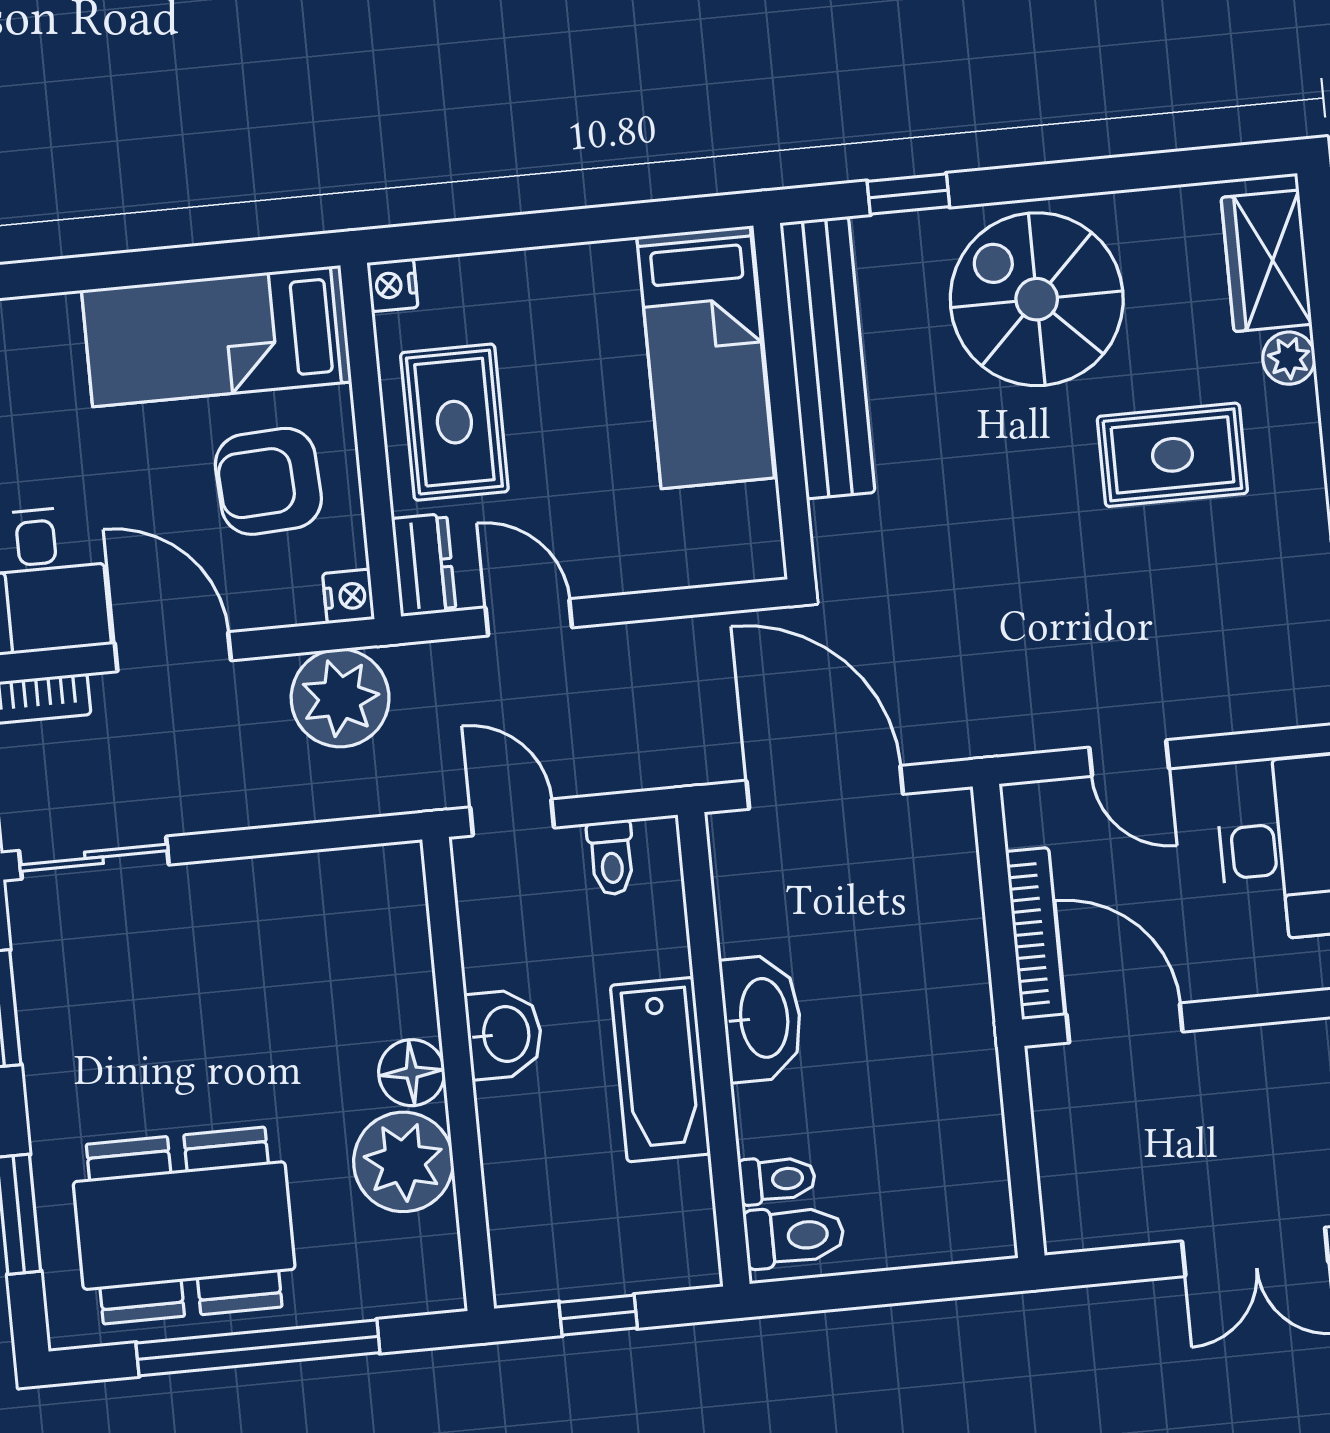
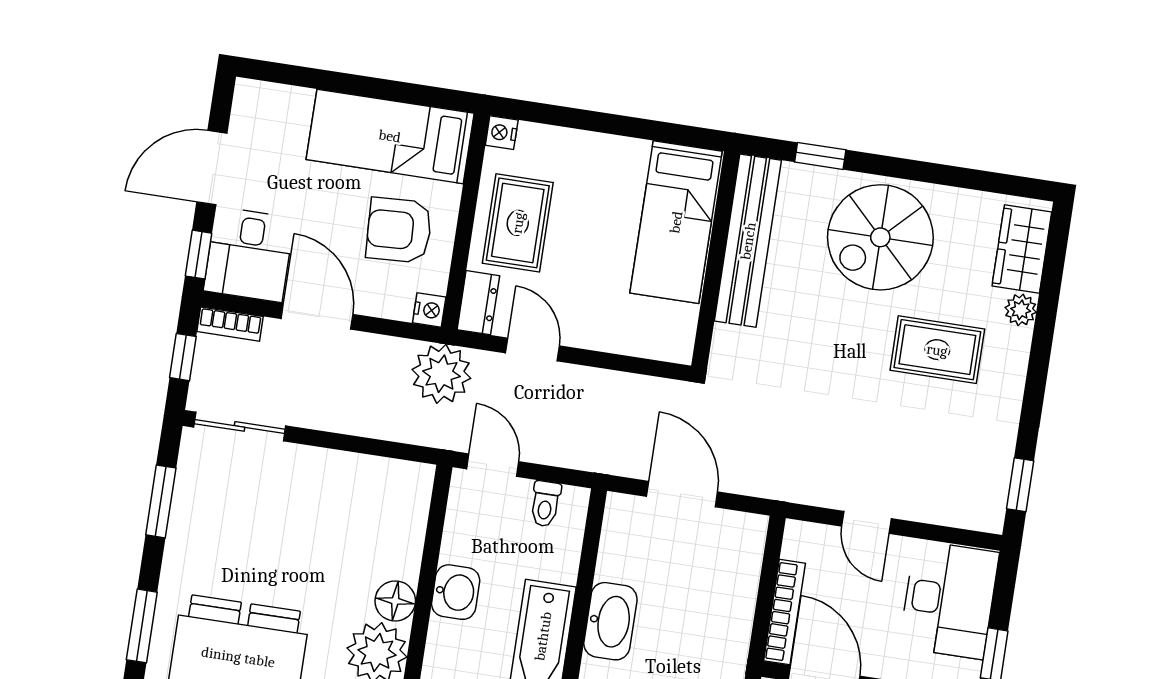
spiral stairs: (1037, 299) -> (880, 237), turned -90
plant: (340, 698) -> (441, 374), moved
door: (825, 787) -> (682, 494), width x0.73

